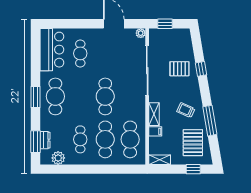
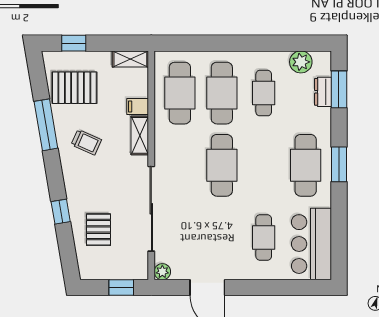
pallet: (179, 69) -> (98, 230), moved, turned 90
pallet: (193, 143) -> (74, 88), turned 90

